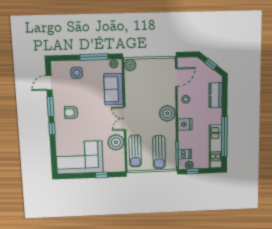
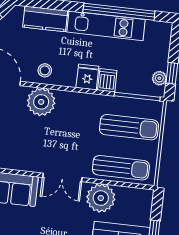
plant: (167, 113) -> (41, 102), moved
kitchen unit: (216, 146) -> (106, 26), moved
dishwasher: (185, 154) -> (107, 80), moved

